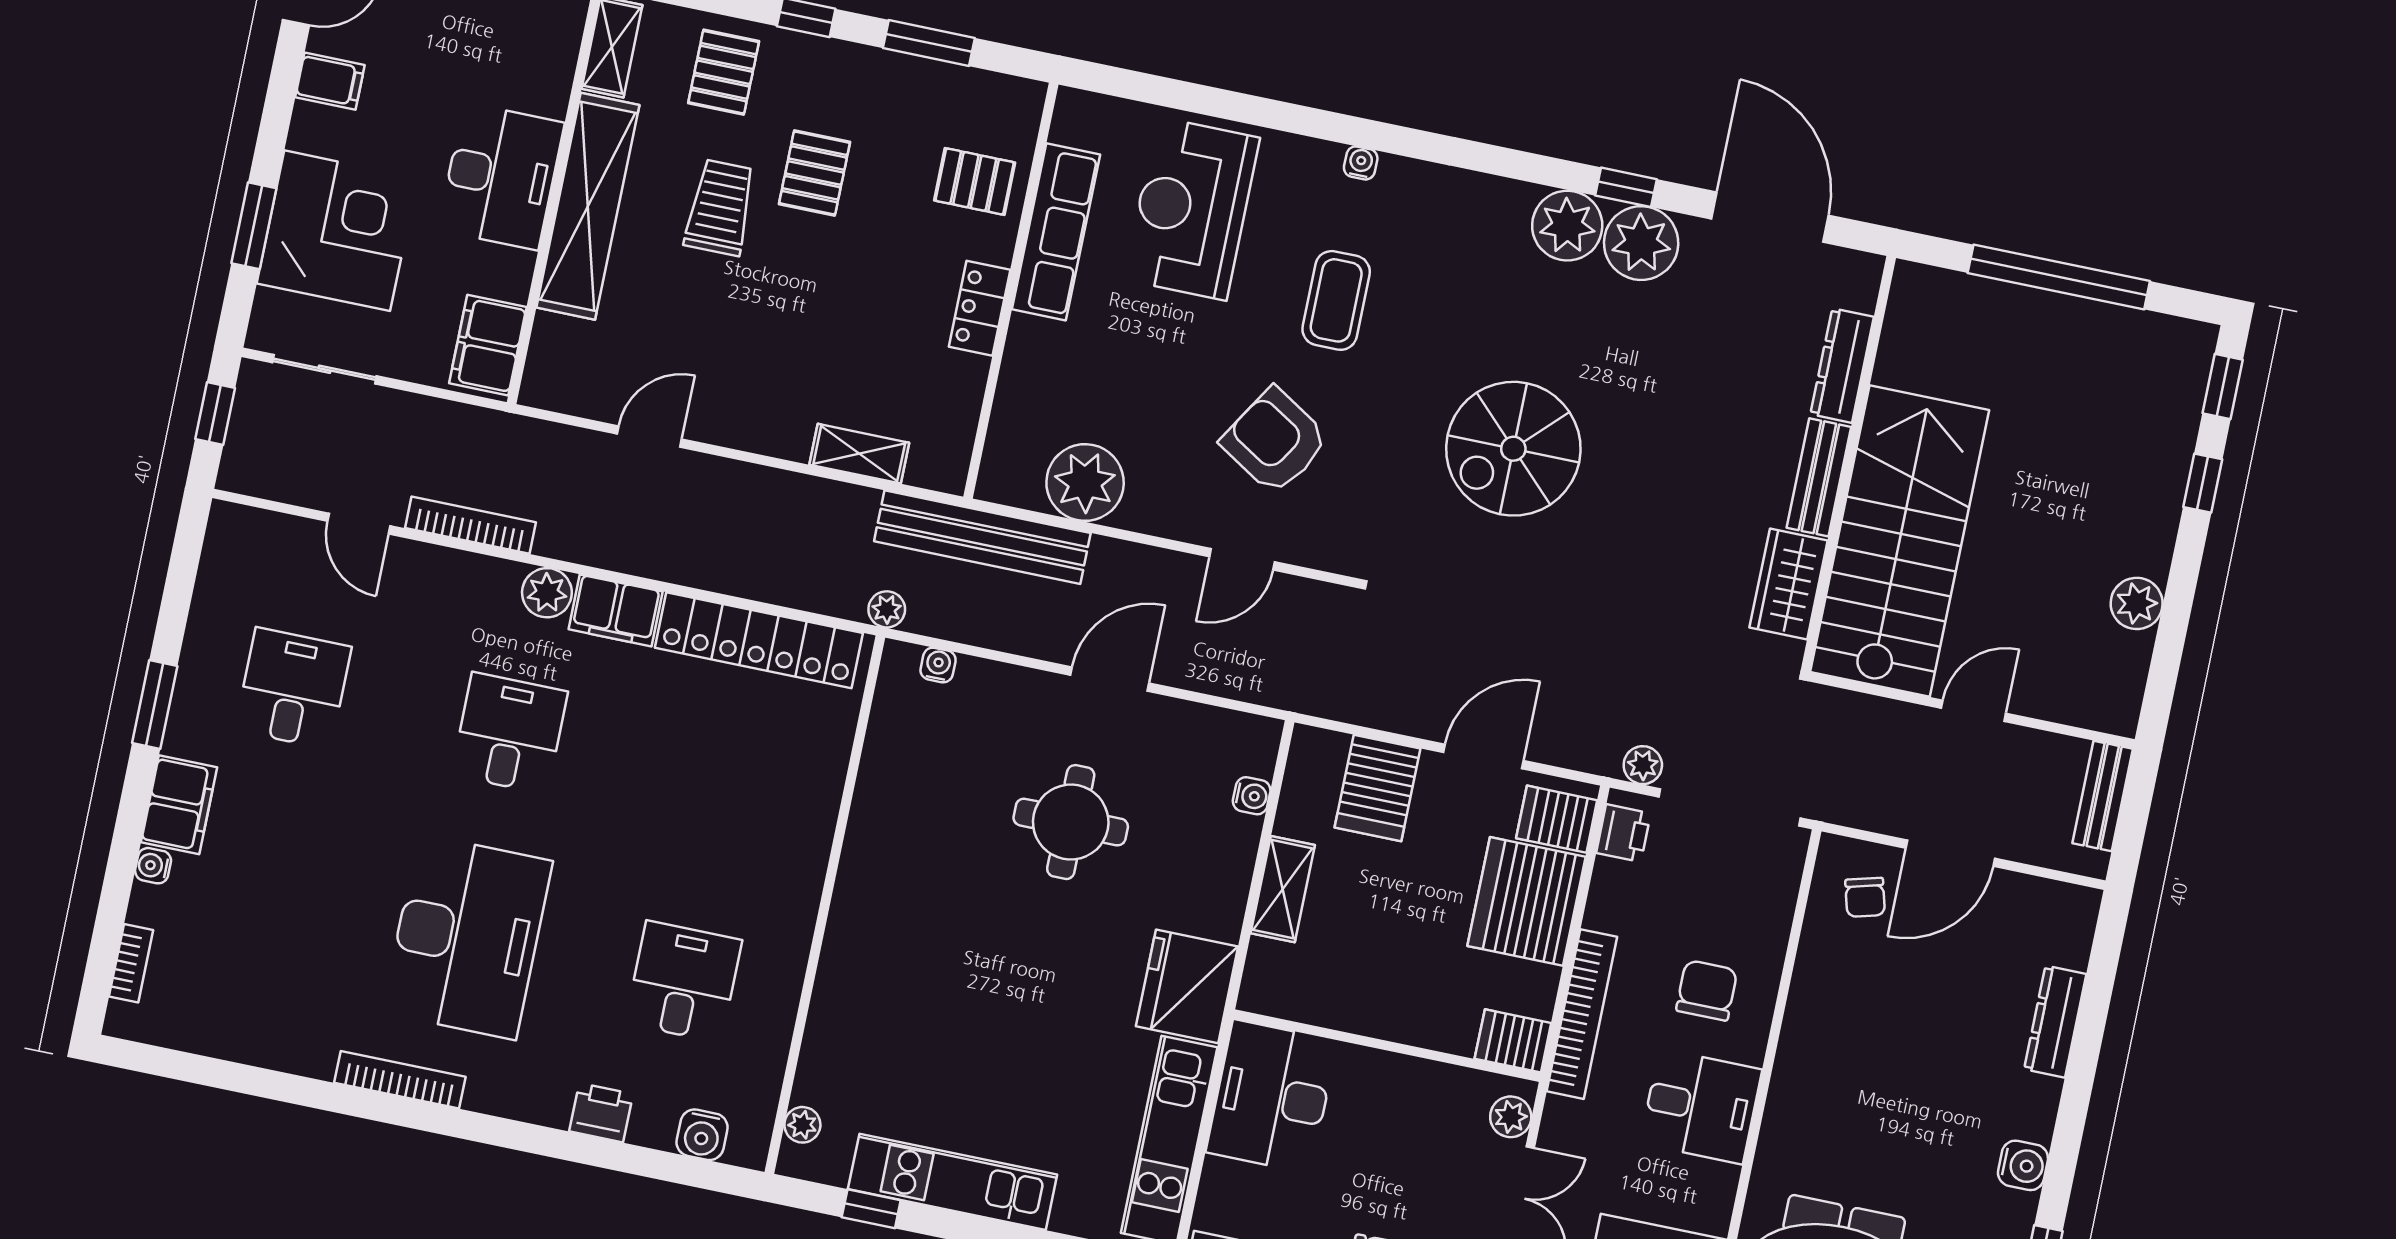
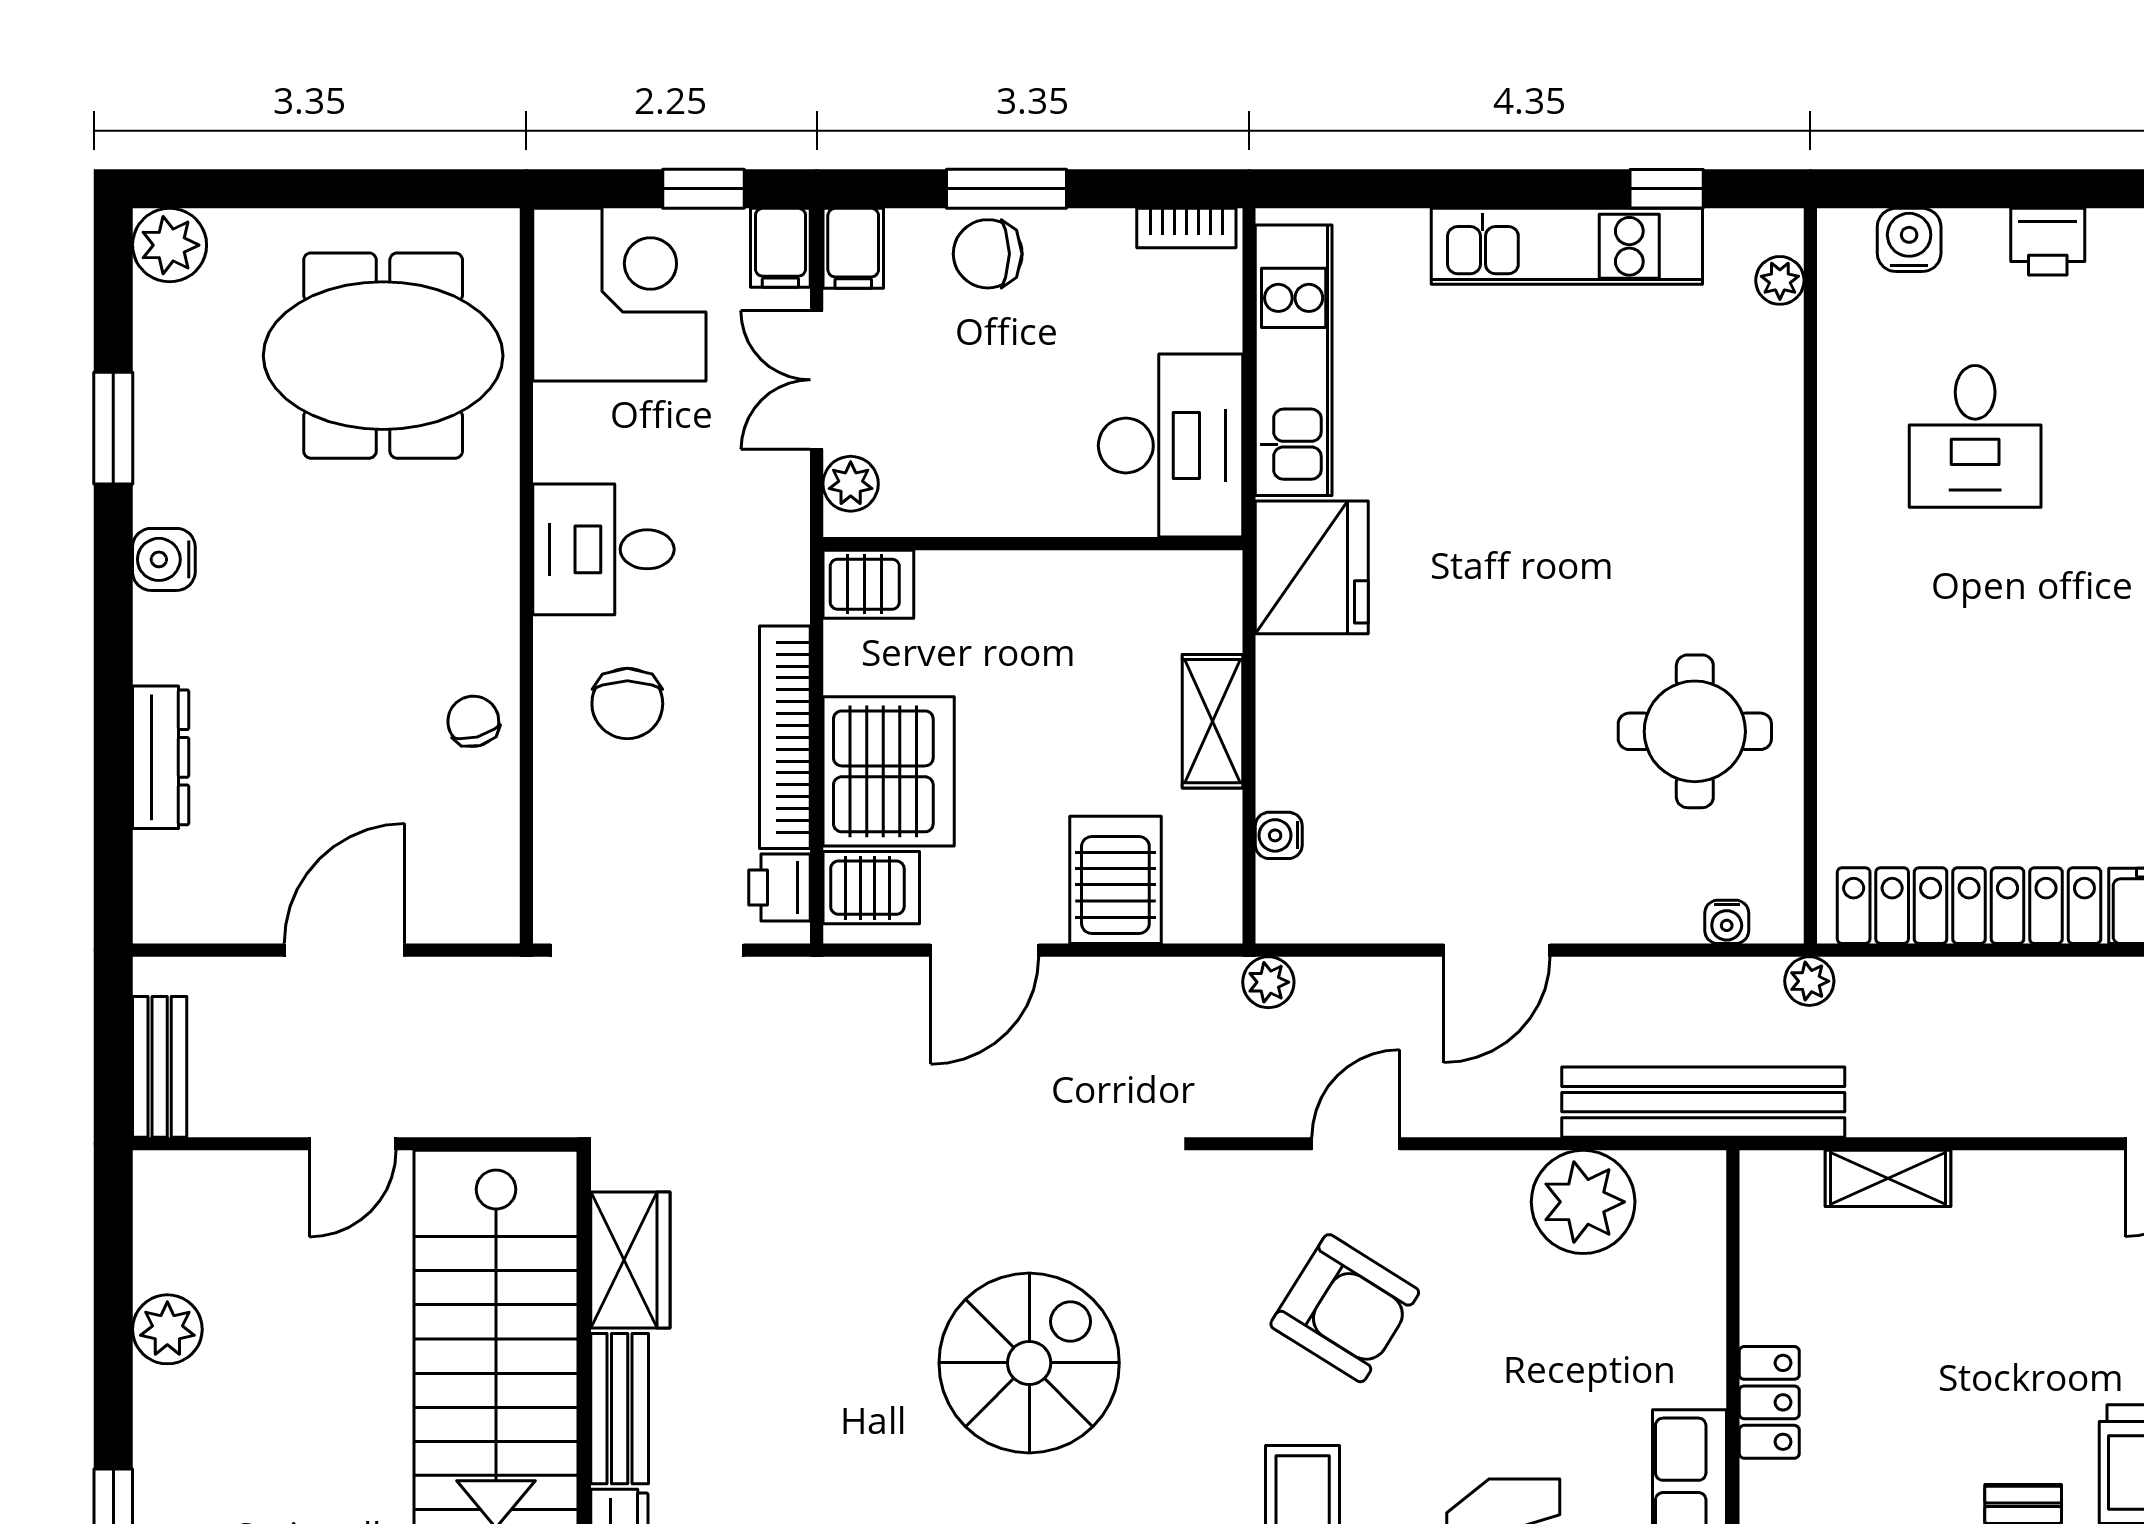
plant: (1643, 765) -> (1268, 982), moved
round table: (1071, 822) -> (1695, 731), moved
chair: (1865, 897) -> (473, 721), moved
bookcase: (1582, 1014) -> (785, 737), moved

